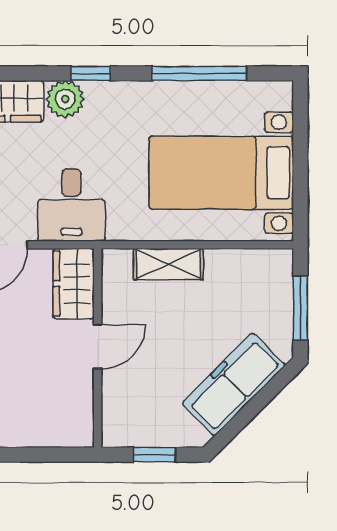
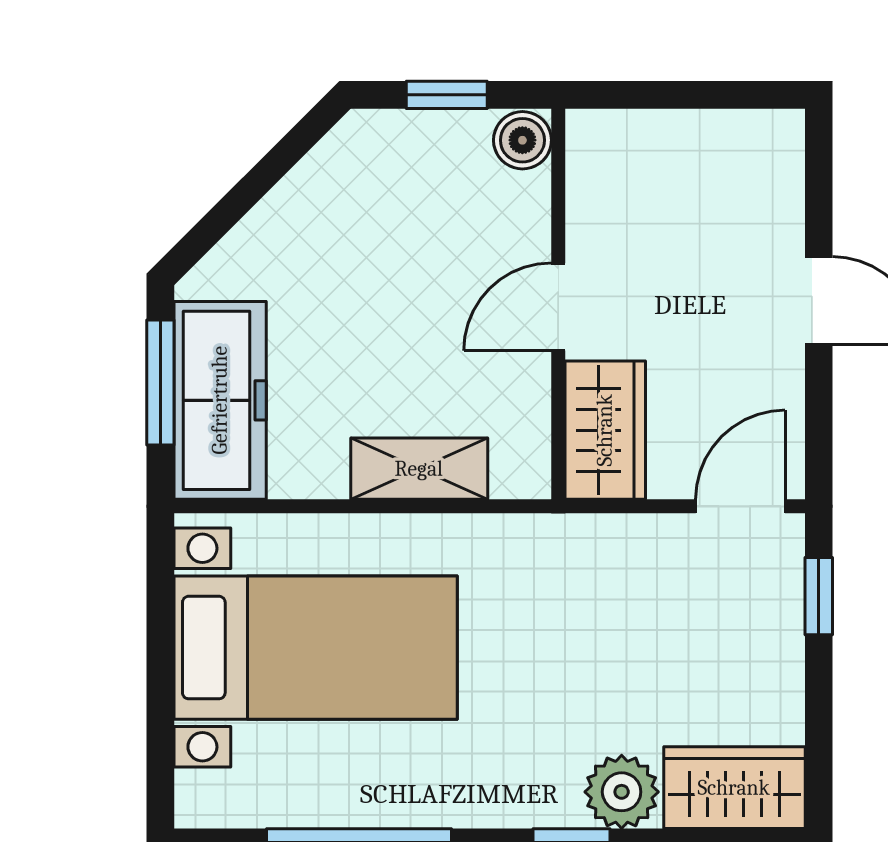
desk: (71, 205) -> (609, 584), removed
freezer: (233, 384) -> (220, 400), moved, turned -45
boiler: (116, 431) -> (522, 140), added

